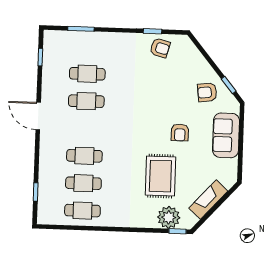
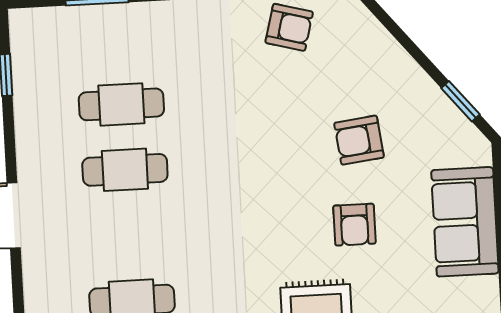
armchair: (207, 92) -> (359, 140), moved

